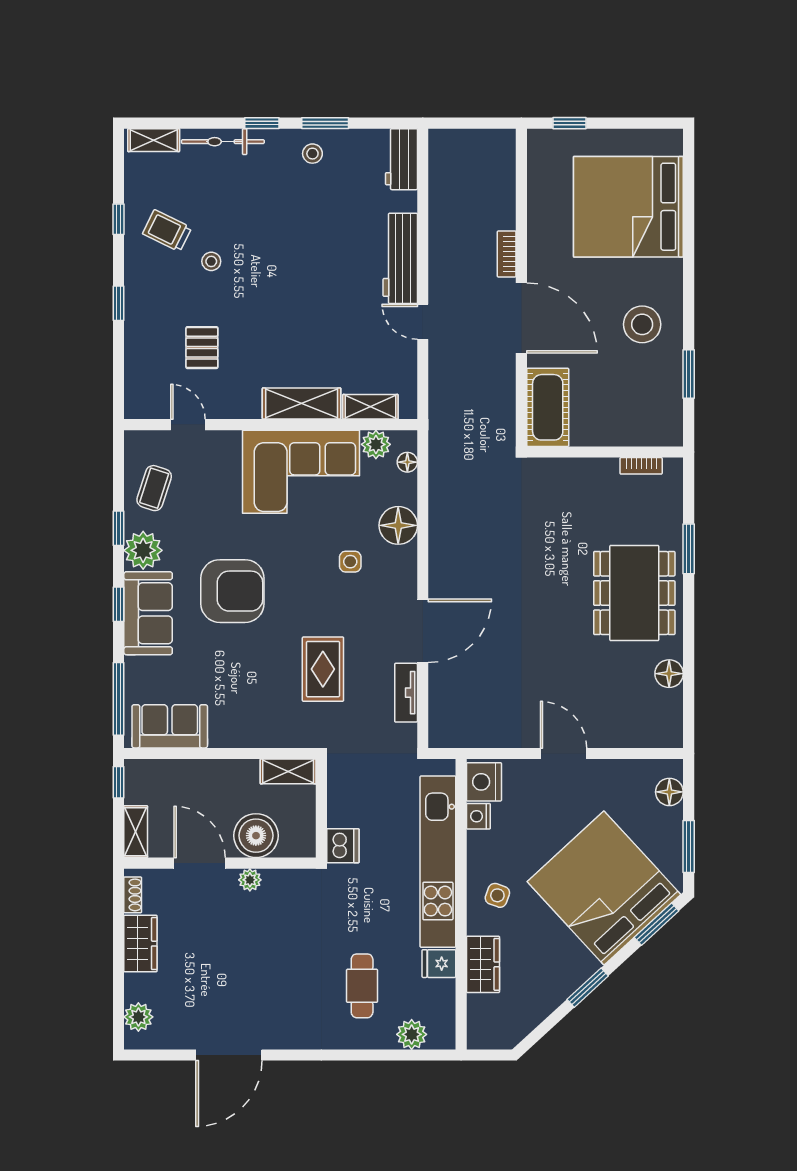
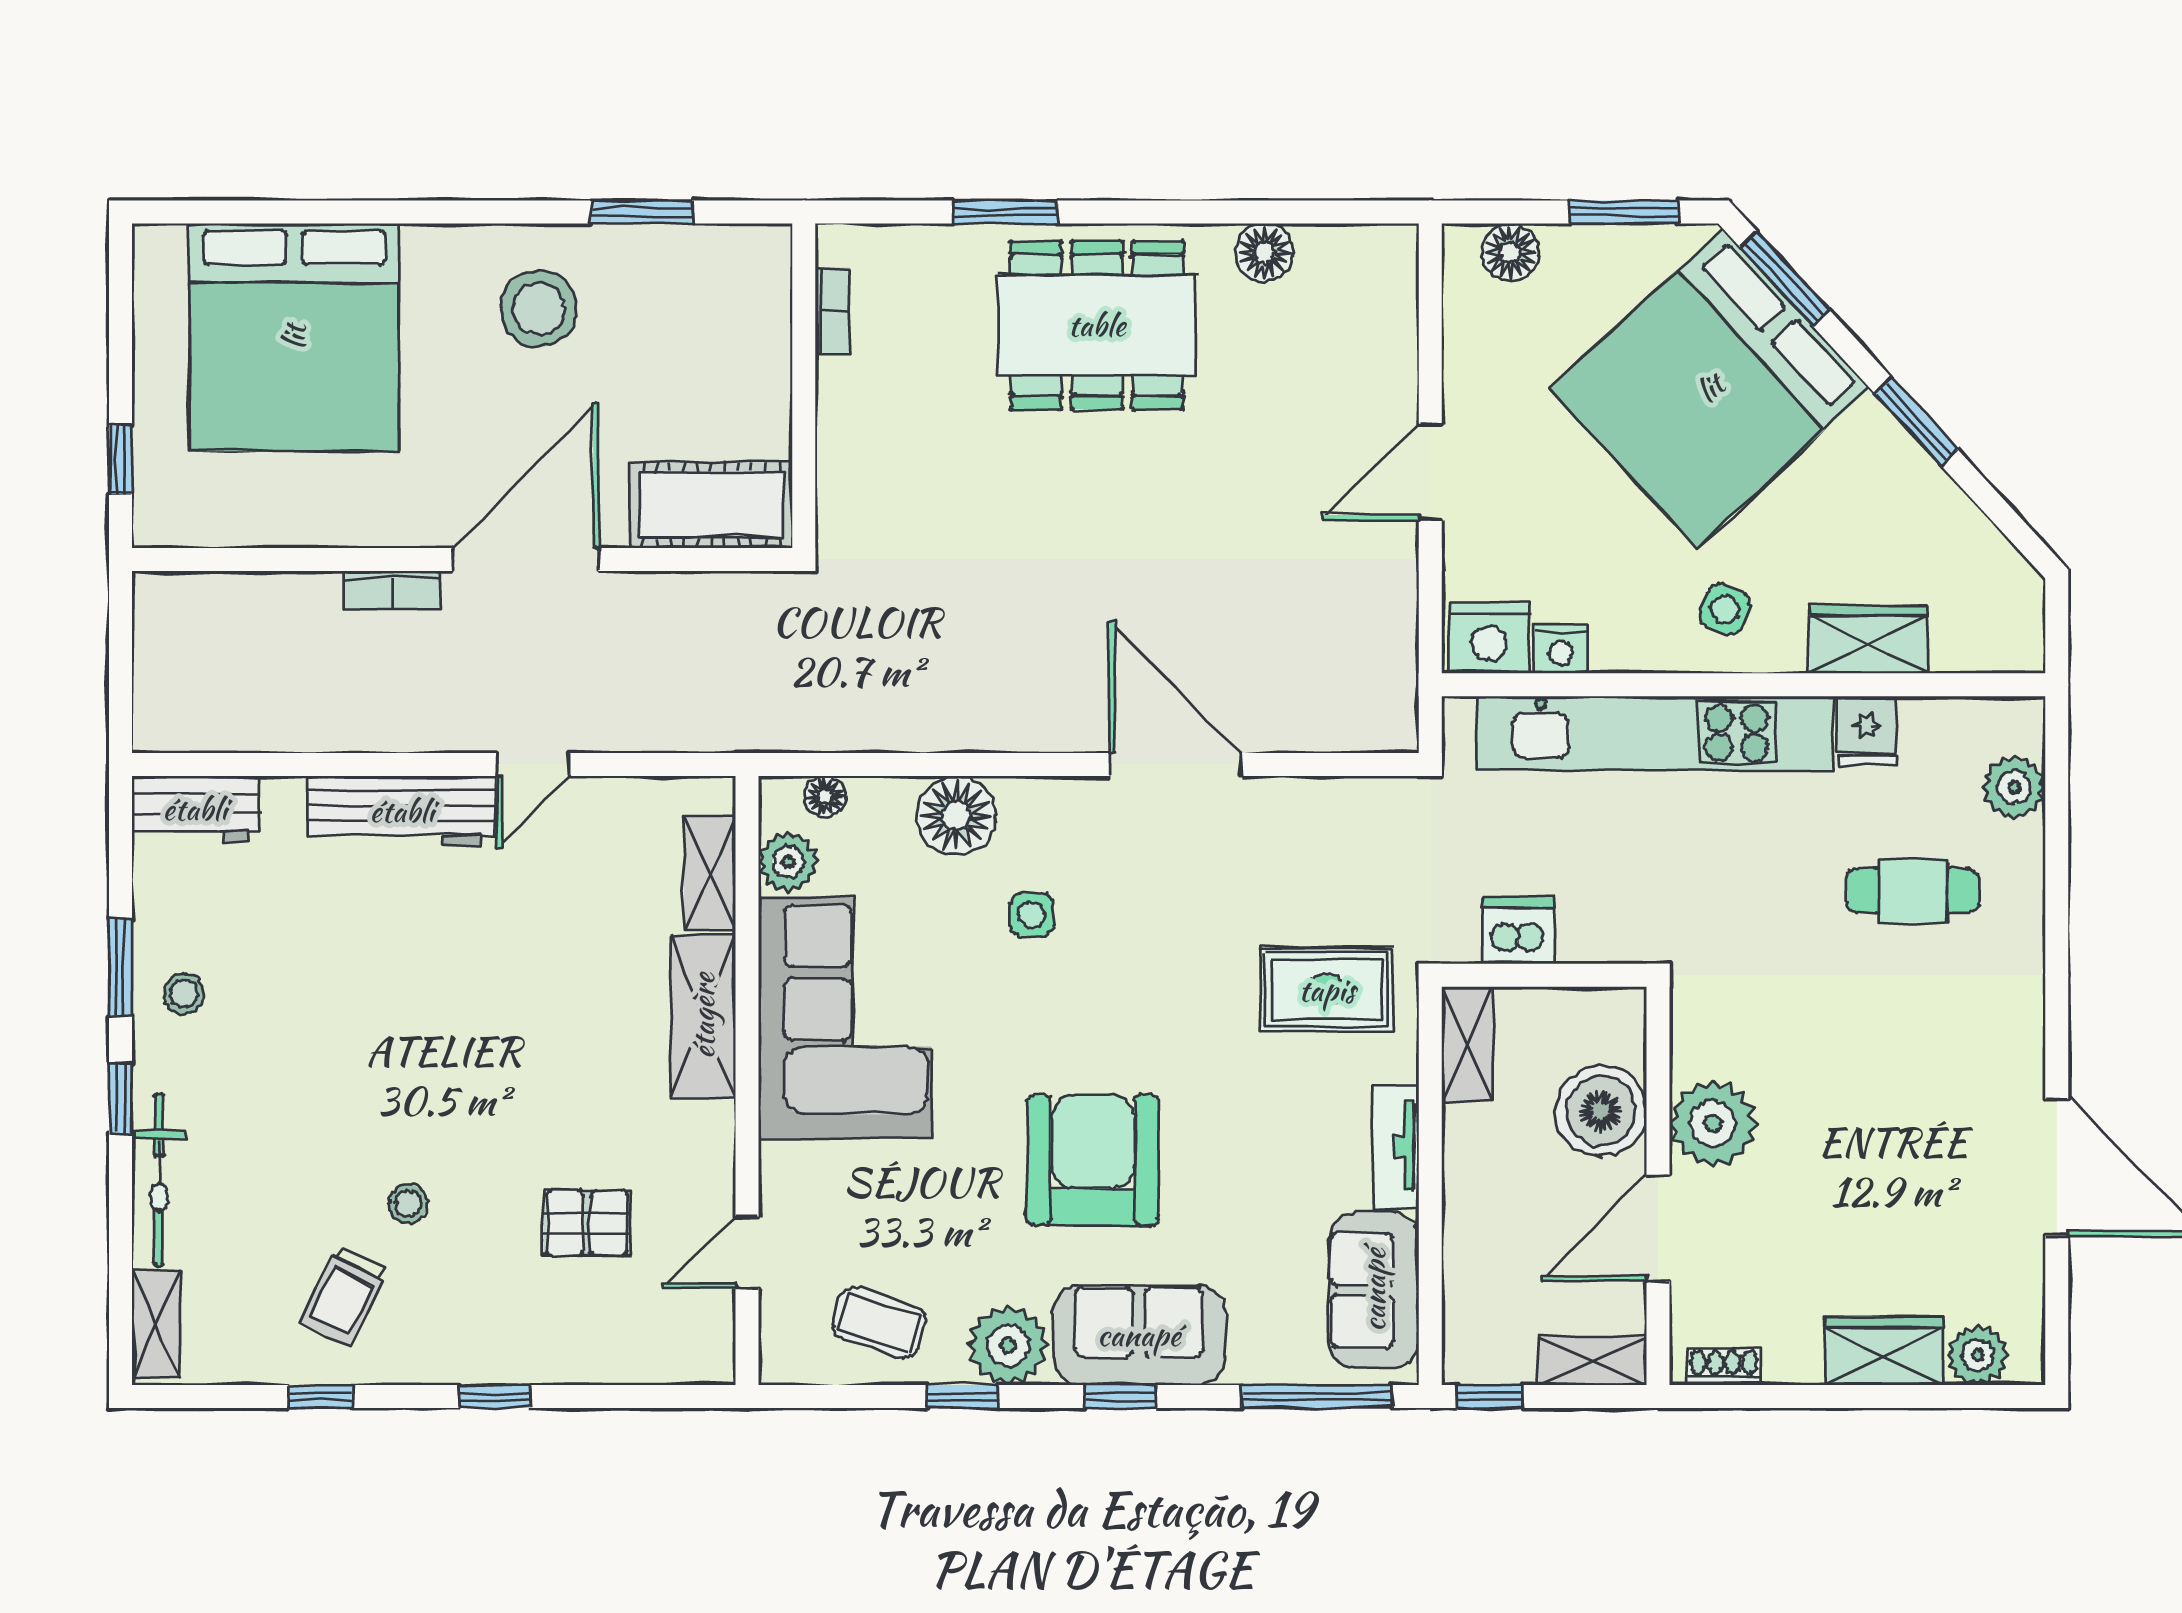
rug: (323, 669) -> (1327, 990), moved
tv unit: (406, 693) -> (1395, 1146), moved, turned 90
dishwasher: (343, 846) -> (1518, 930), moved
plant: (250, 880) -> (1713, 1123), width x1.87, depth x1.87
wardrobe: (140, 944) -> (1884, 1351), moved

